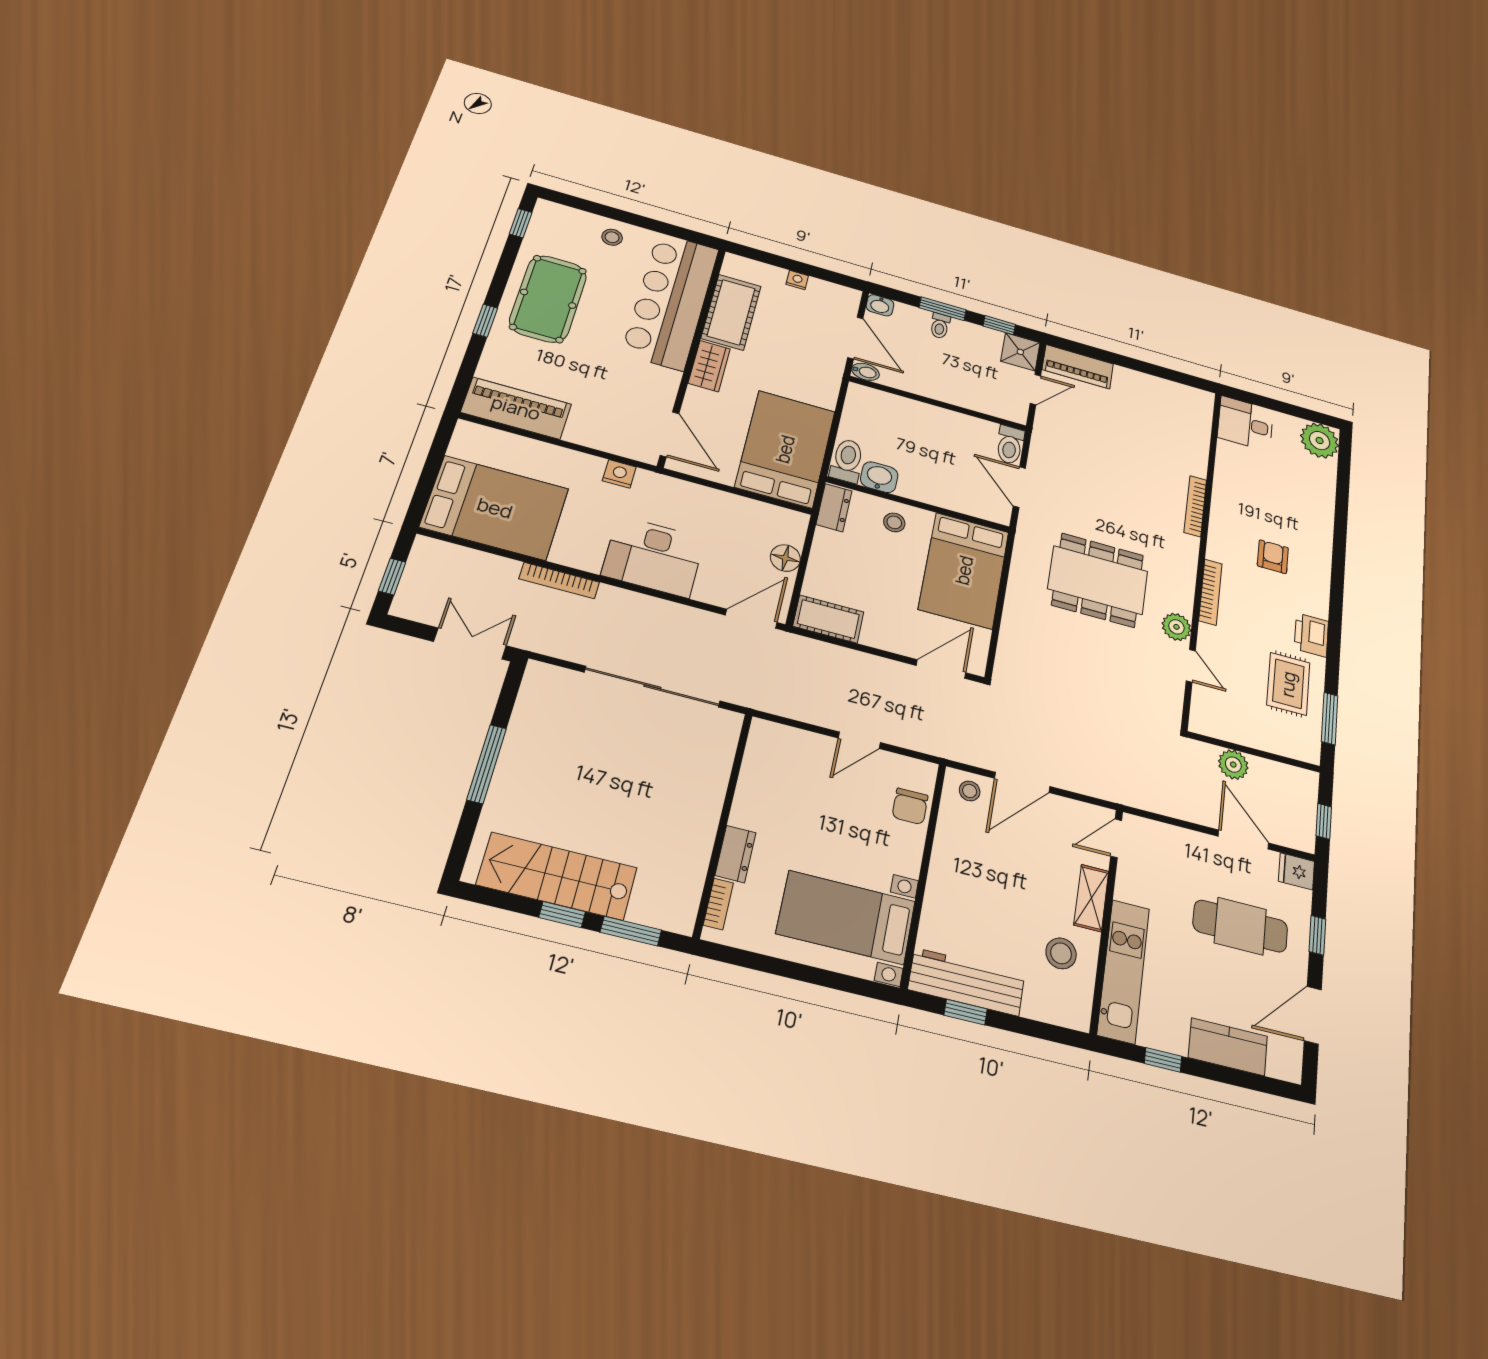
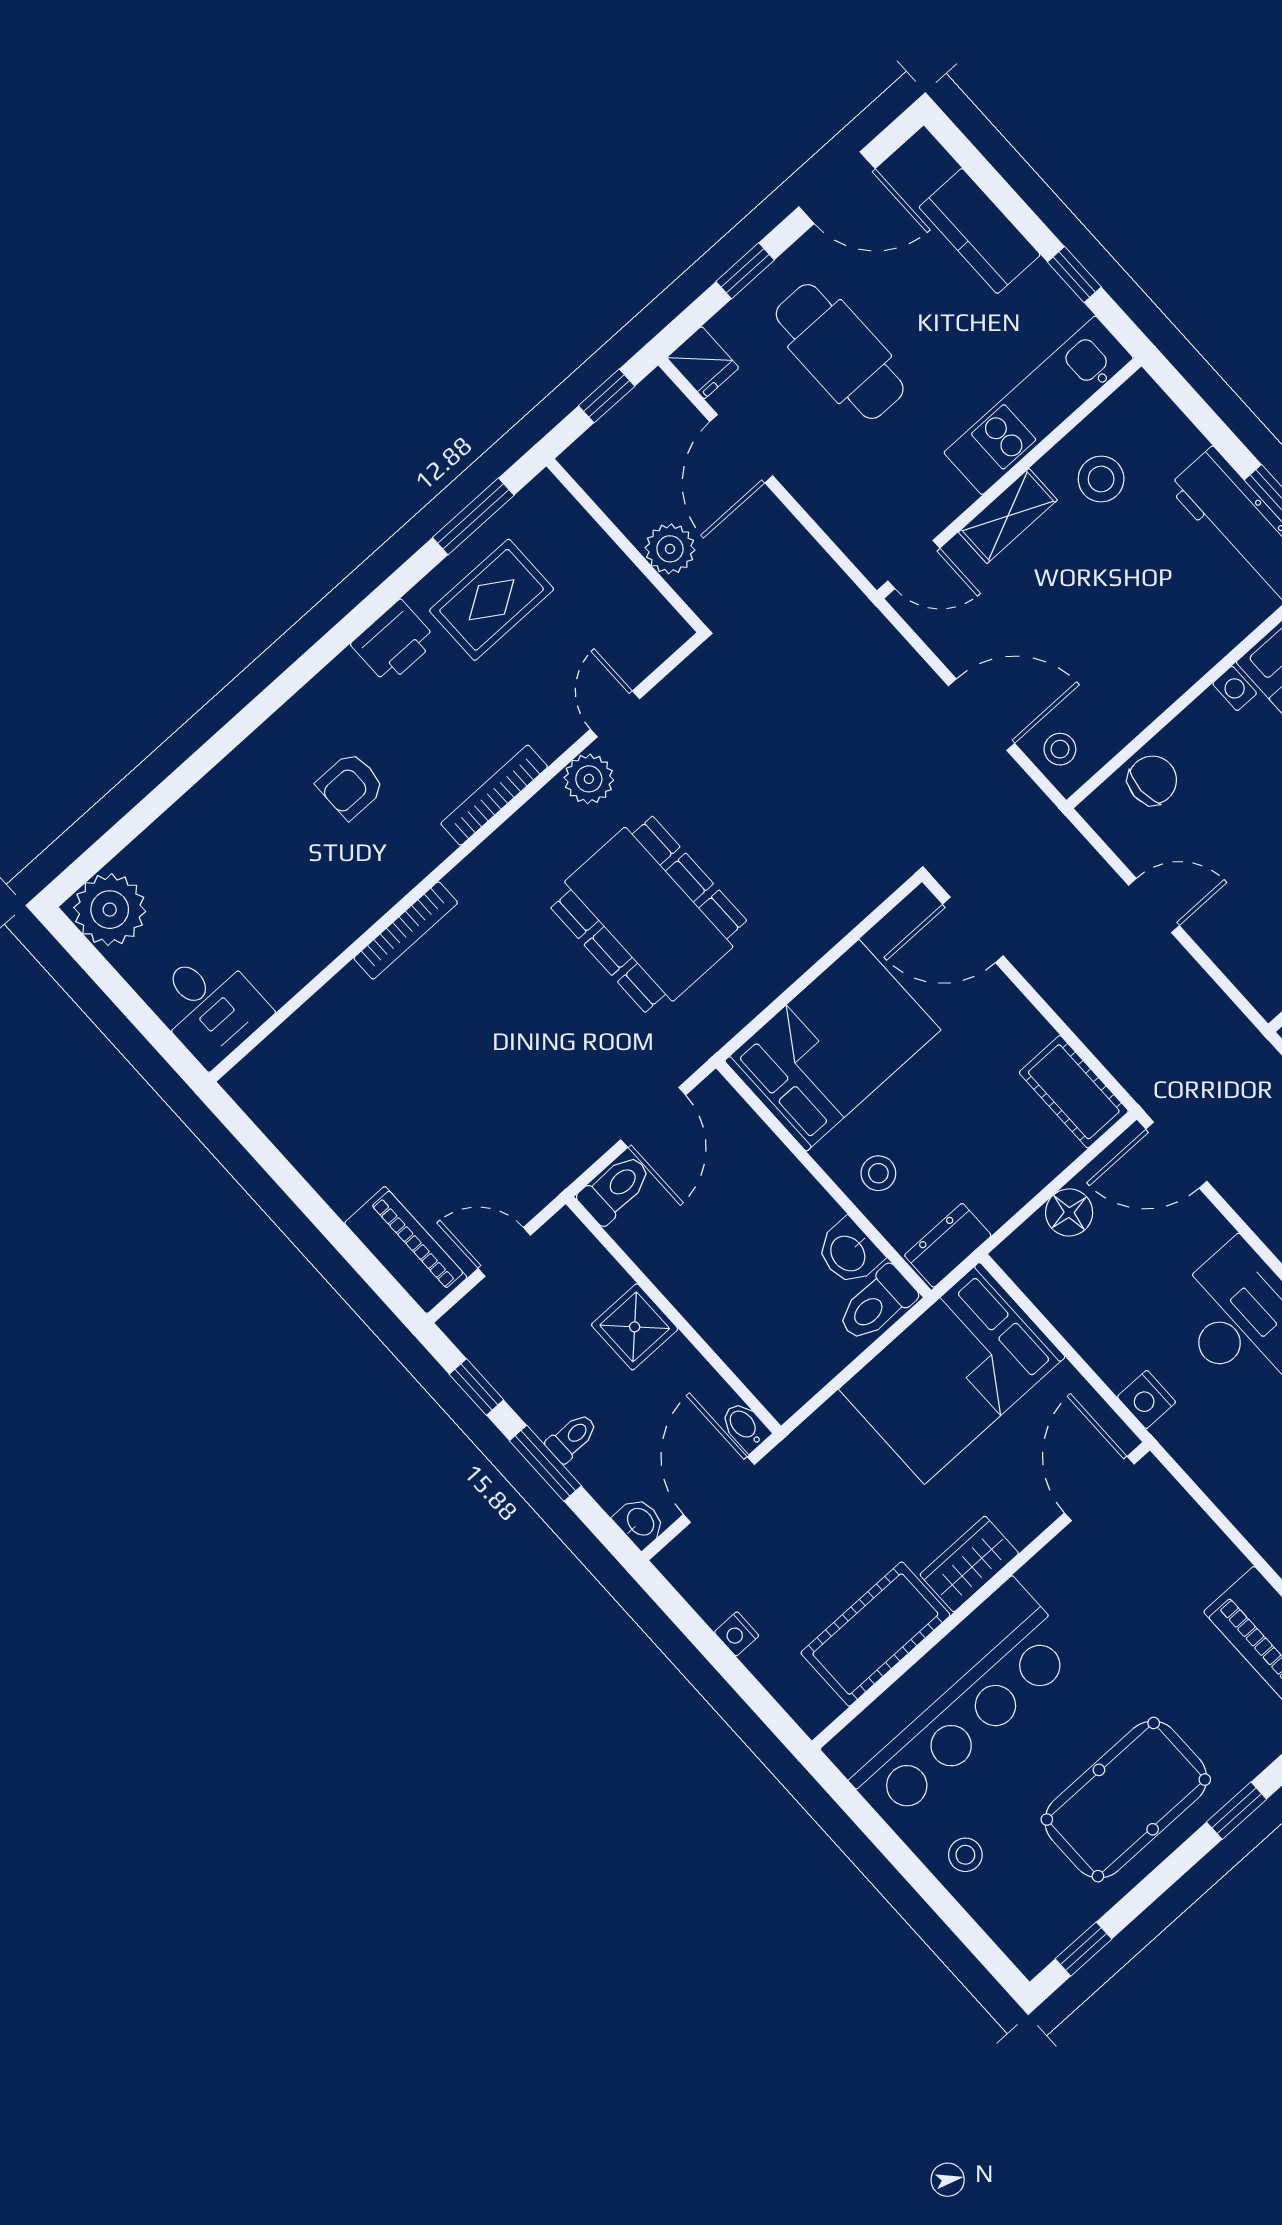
shower: (1020, 352) -> (635, 1327), moved
nightstand: (619, 474) -> (1147, 1399), moved

